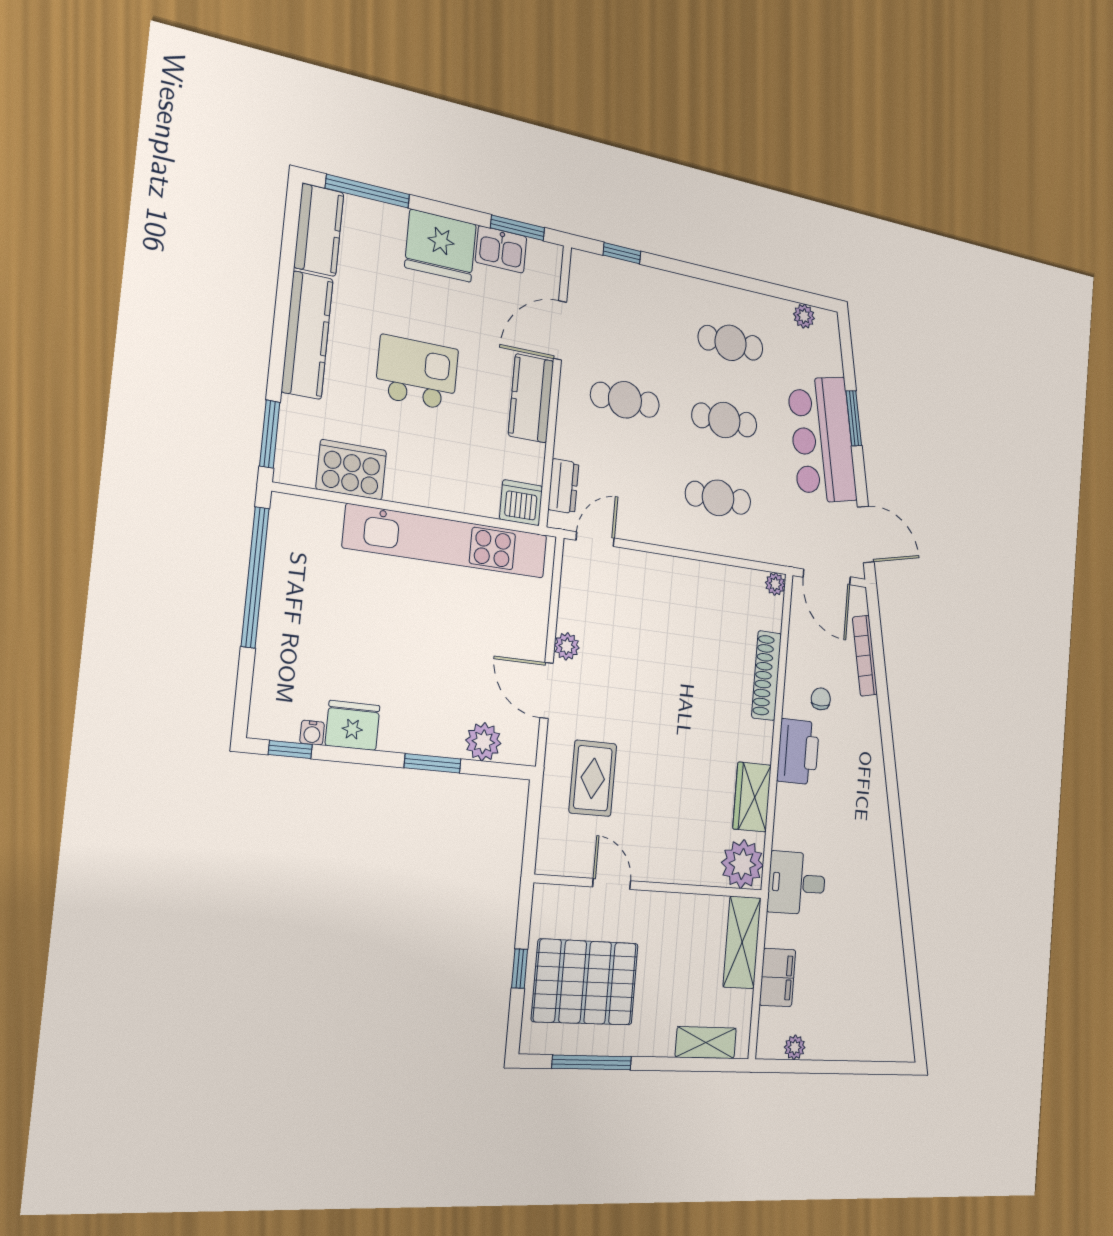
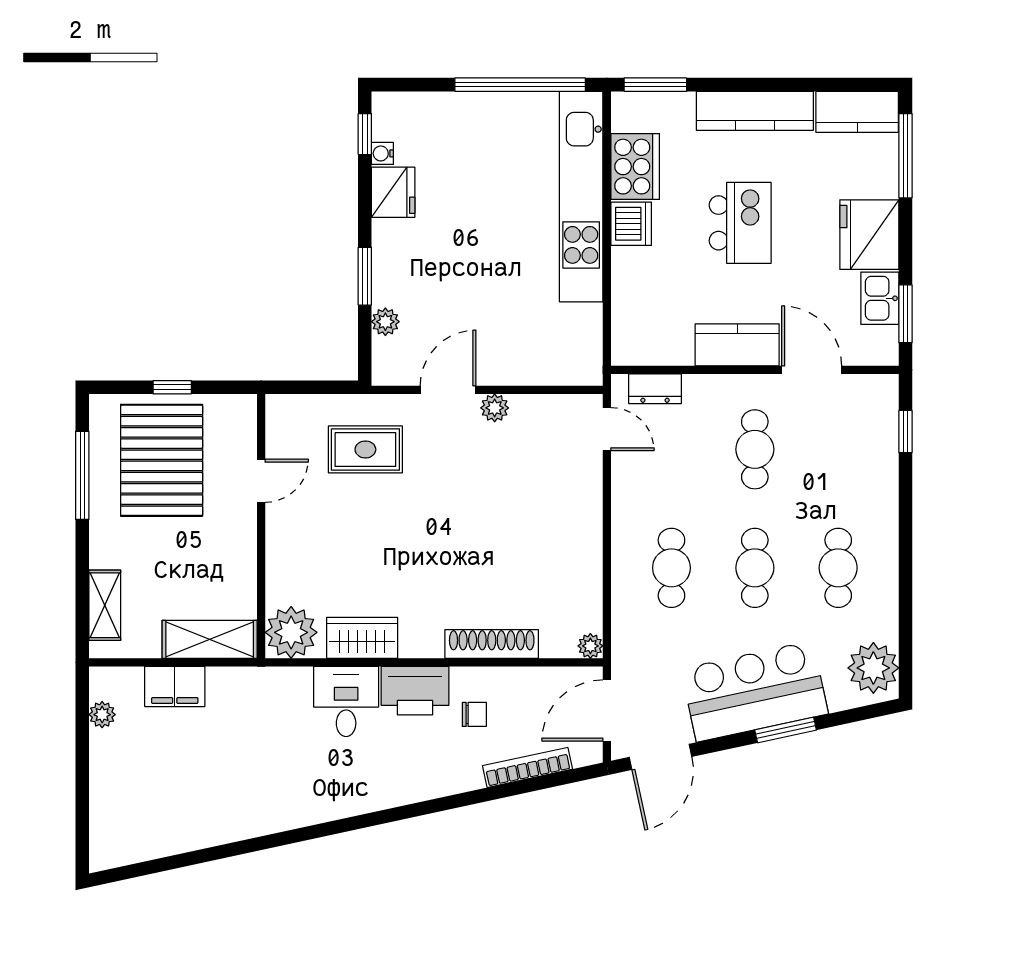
plant: (804, 316) -> (873, 668), width x1.88, depth x1.88
dishwasher: (521, 503) -> (631, 224), moved
kitchen unit: (447, 541) -> (581, 197), moved
plant: (483, 742) -> (385, 322), width x0.73, depth x0.73
desk: (797, 883) -> (346, 702), moved

